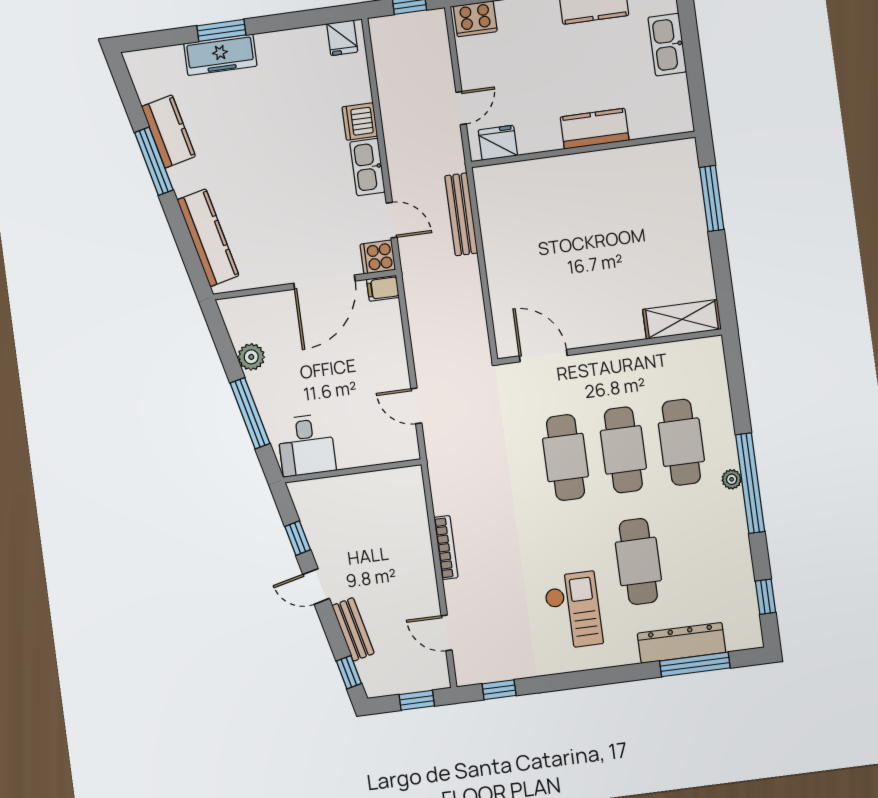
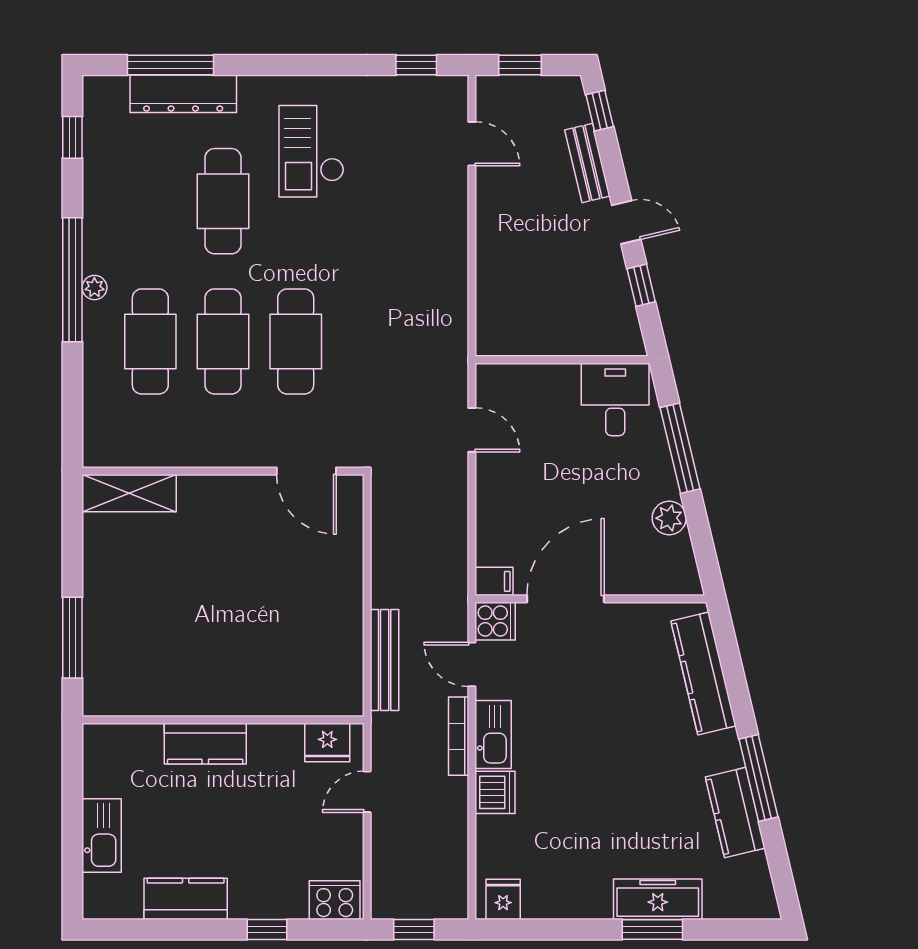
bookcase: (446, 548) -> (459, 736), moved

